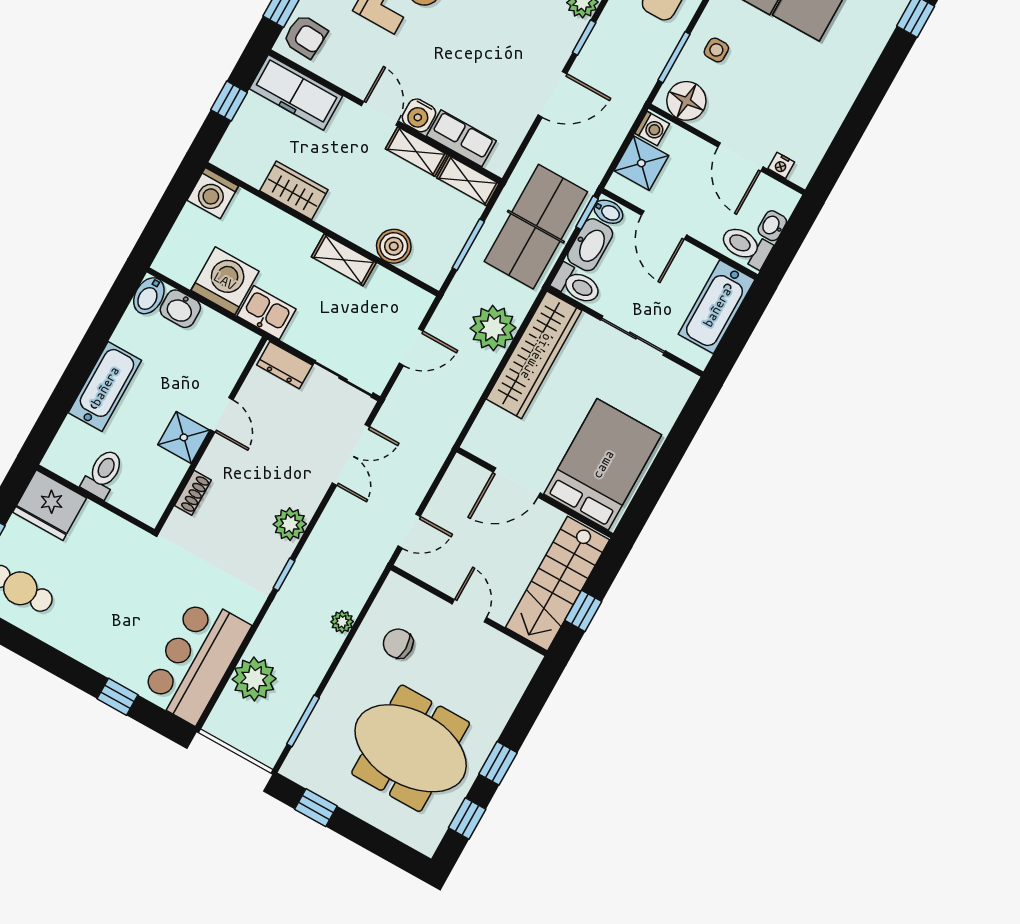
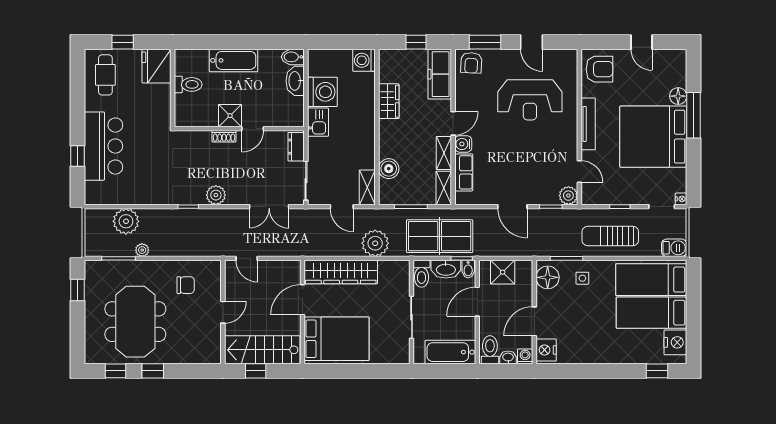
washing machine: (652, 129) -> (525, 356), moved, turned 180
nightstand: (781, 165) -> (546, 350), width x1.89, depth x1.79
shelving: (344, 260) -> (367, 187), moved
washbasin: (180, 309) -> (295, 81), width x1.38
wardrobe: (534, 355) -> (341, 272), moved
door: (517, 483) -> (302, 300), hinge flipped
shoe rack: (193, 493) -> (224, 136), moved
plant: (342, 622) -> (142, 250), moved
chair: (398, 643) -> (186, 285), turned 90
bar counter: (196, 660) -> (104, 146), moved, turned 90

